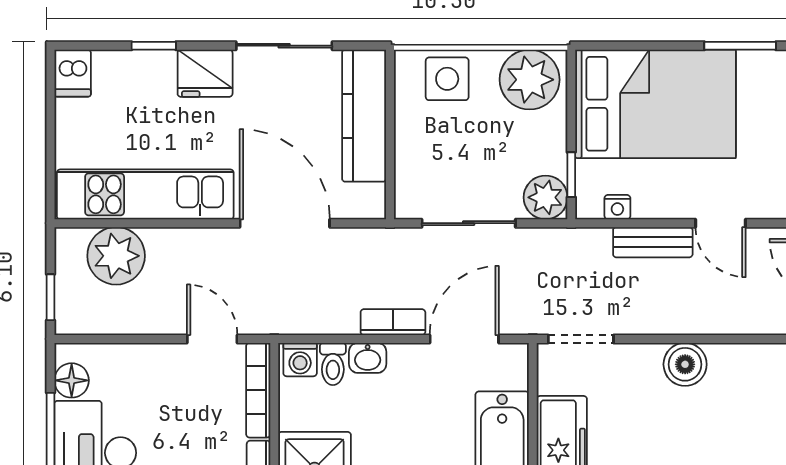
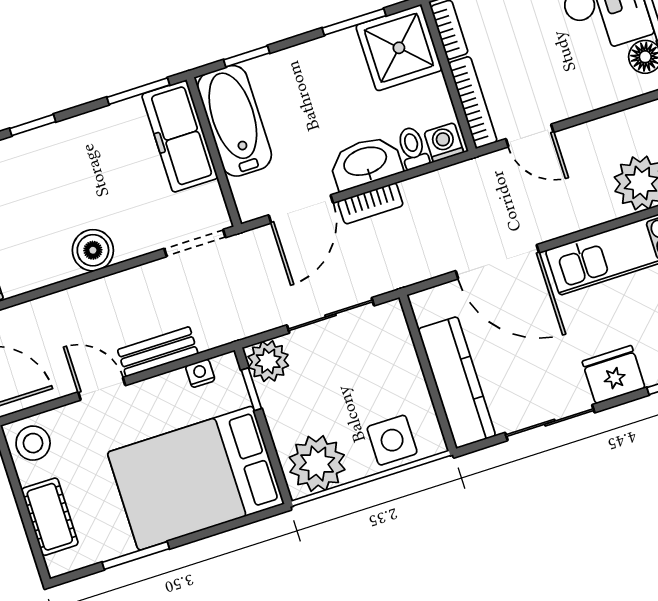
washbasin: (368, 358) -> (366, 162), width x1.91, depth x1.45

